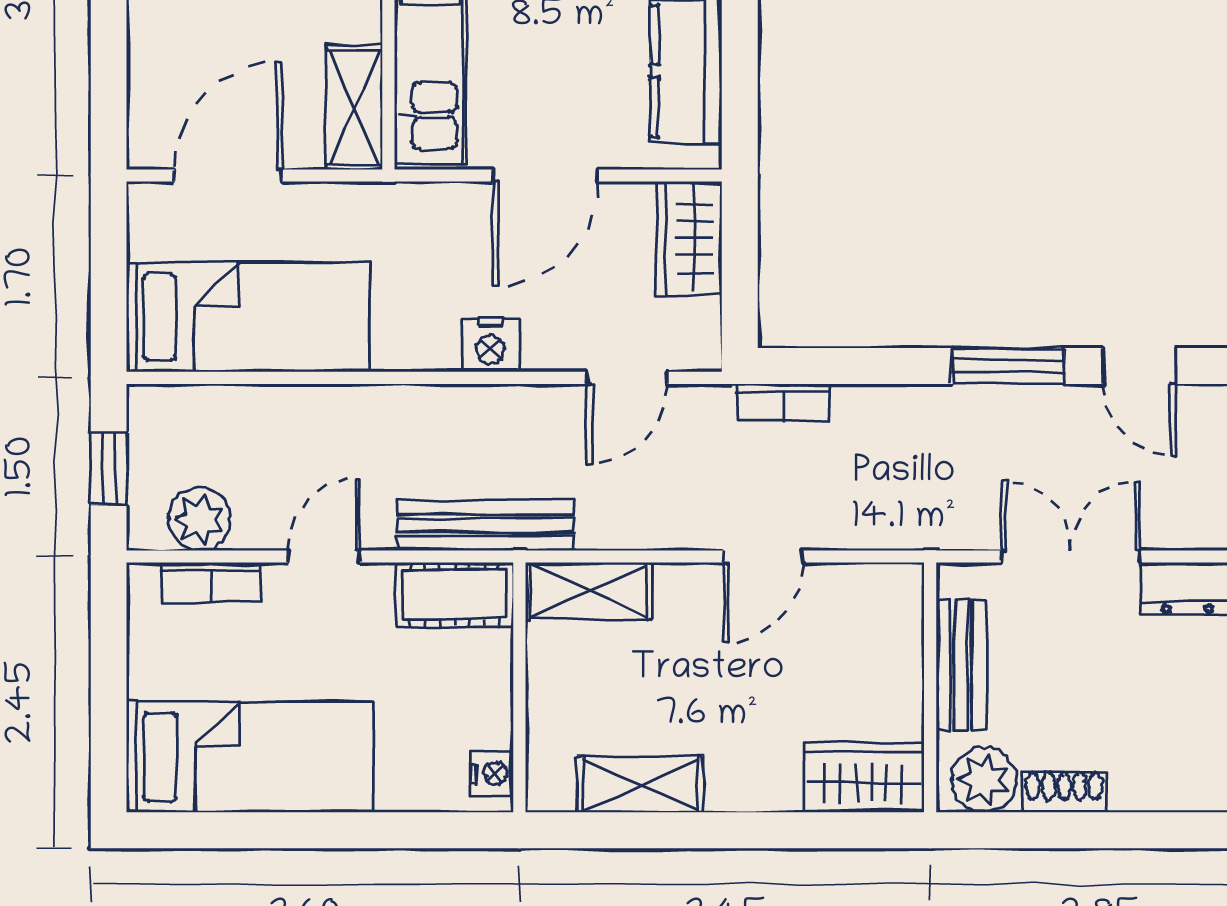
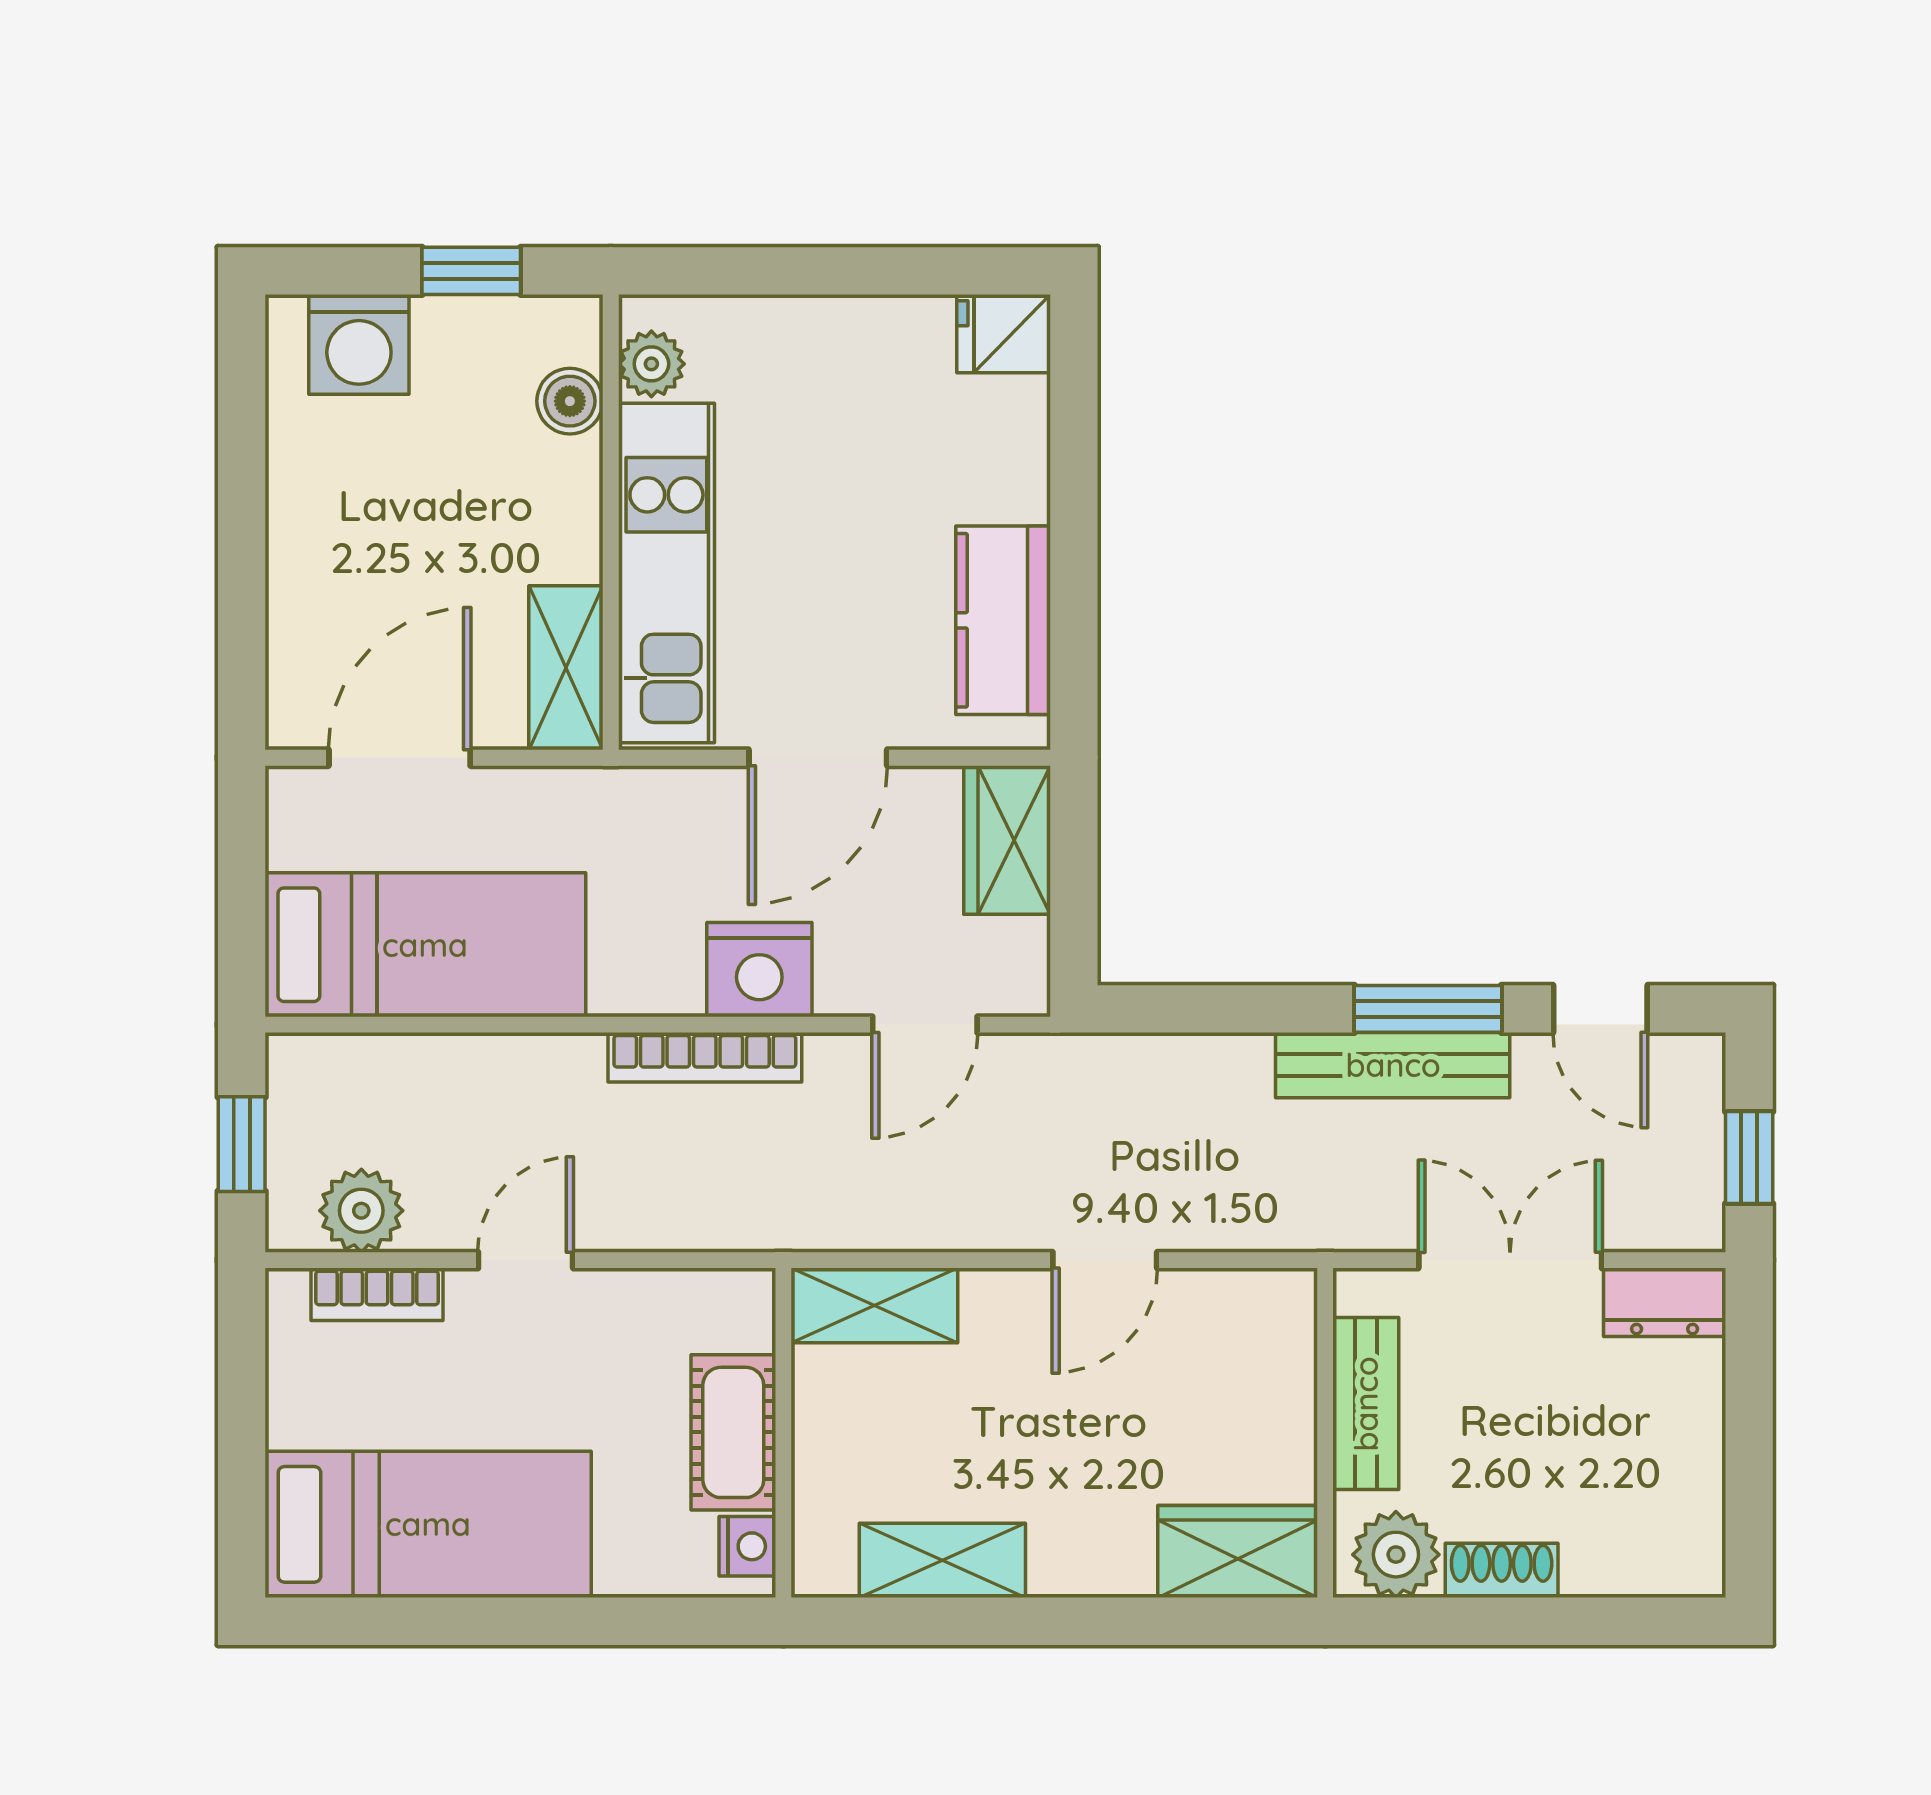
nightstand: (491, 345) -> (759, 970), width x1.36, depth x1.33
bookcase: (783, 403) -> (705, 1057), moved, width x1.56
bench: (486, 526) -> (1393, 1065), moved
cot: (455, 594) -> (733, 1432), moved, turned 90

